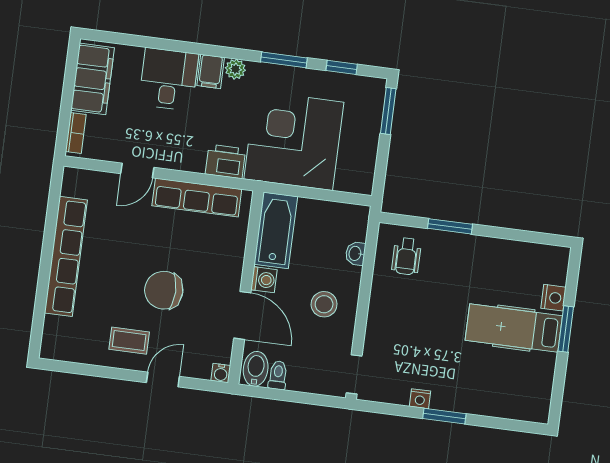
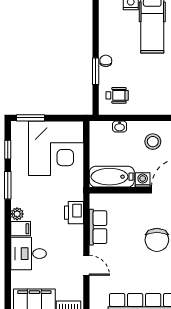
corner desk: (294, 141) -> (56, 148), moved, turned -90
row of seats: (197, 197) -> (98, 227), width x0.68
chair: (465, 245) -> (106, 61), added

